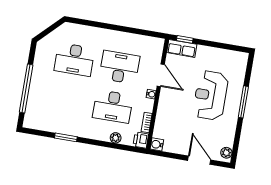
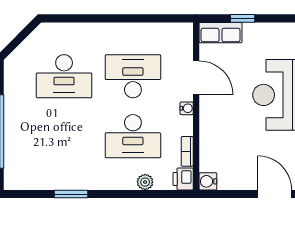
window: (185, 39) -> (243, 18), moved

